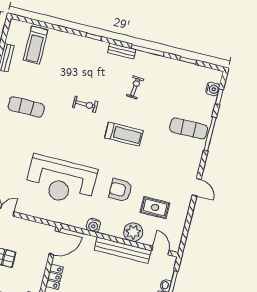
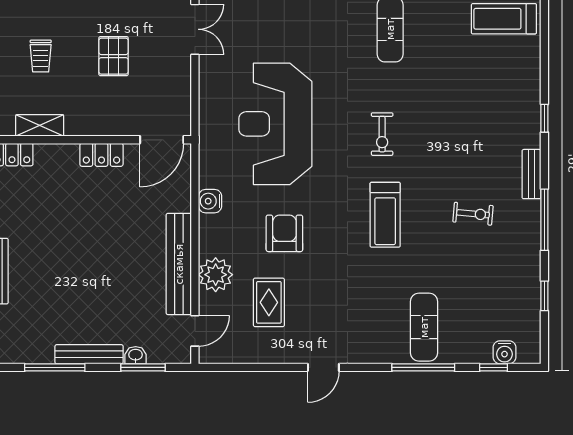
exercise bike: (85, 104) -> (382, 134), moved
door: (54, 243) -> (162, 140), hinge flipped

